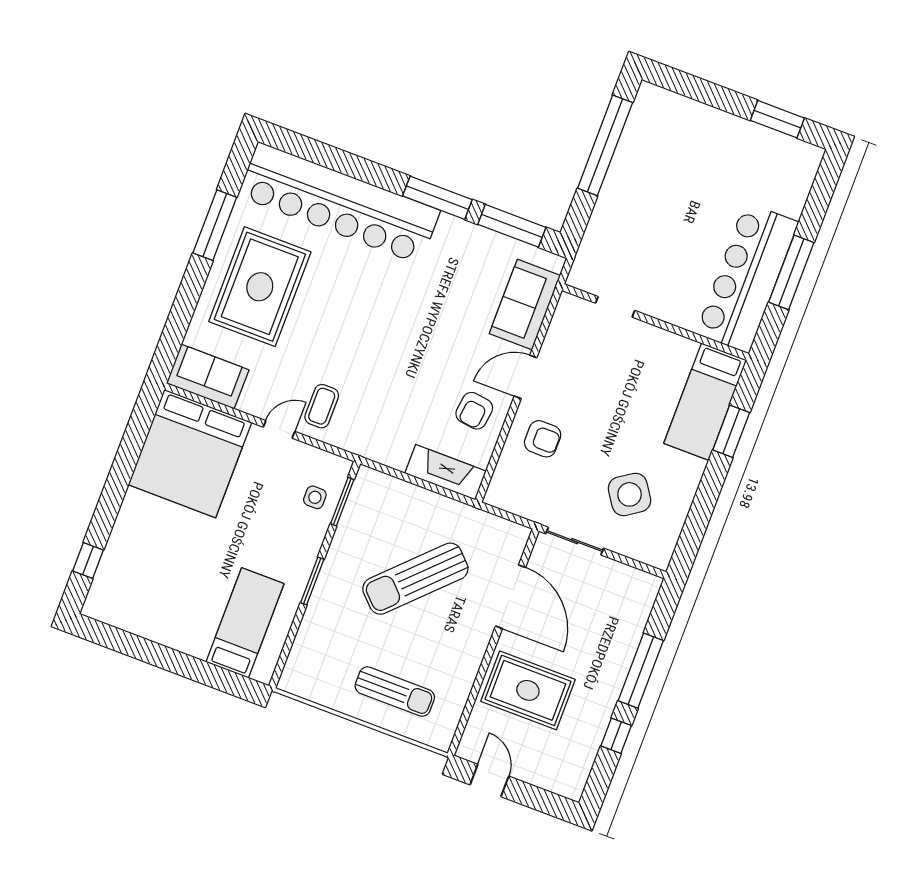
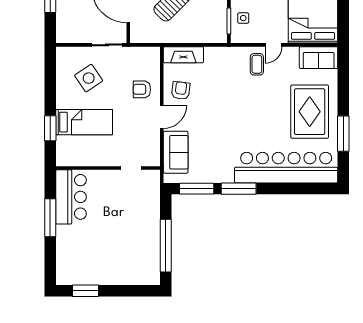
bar counter: (747, 278) -> (71, 197), width x0.73
bed: (705, 402) -> (84, 122), moved, turned 90

